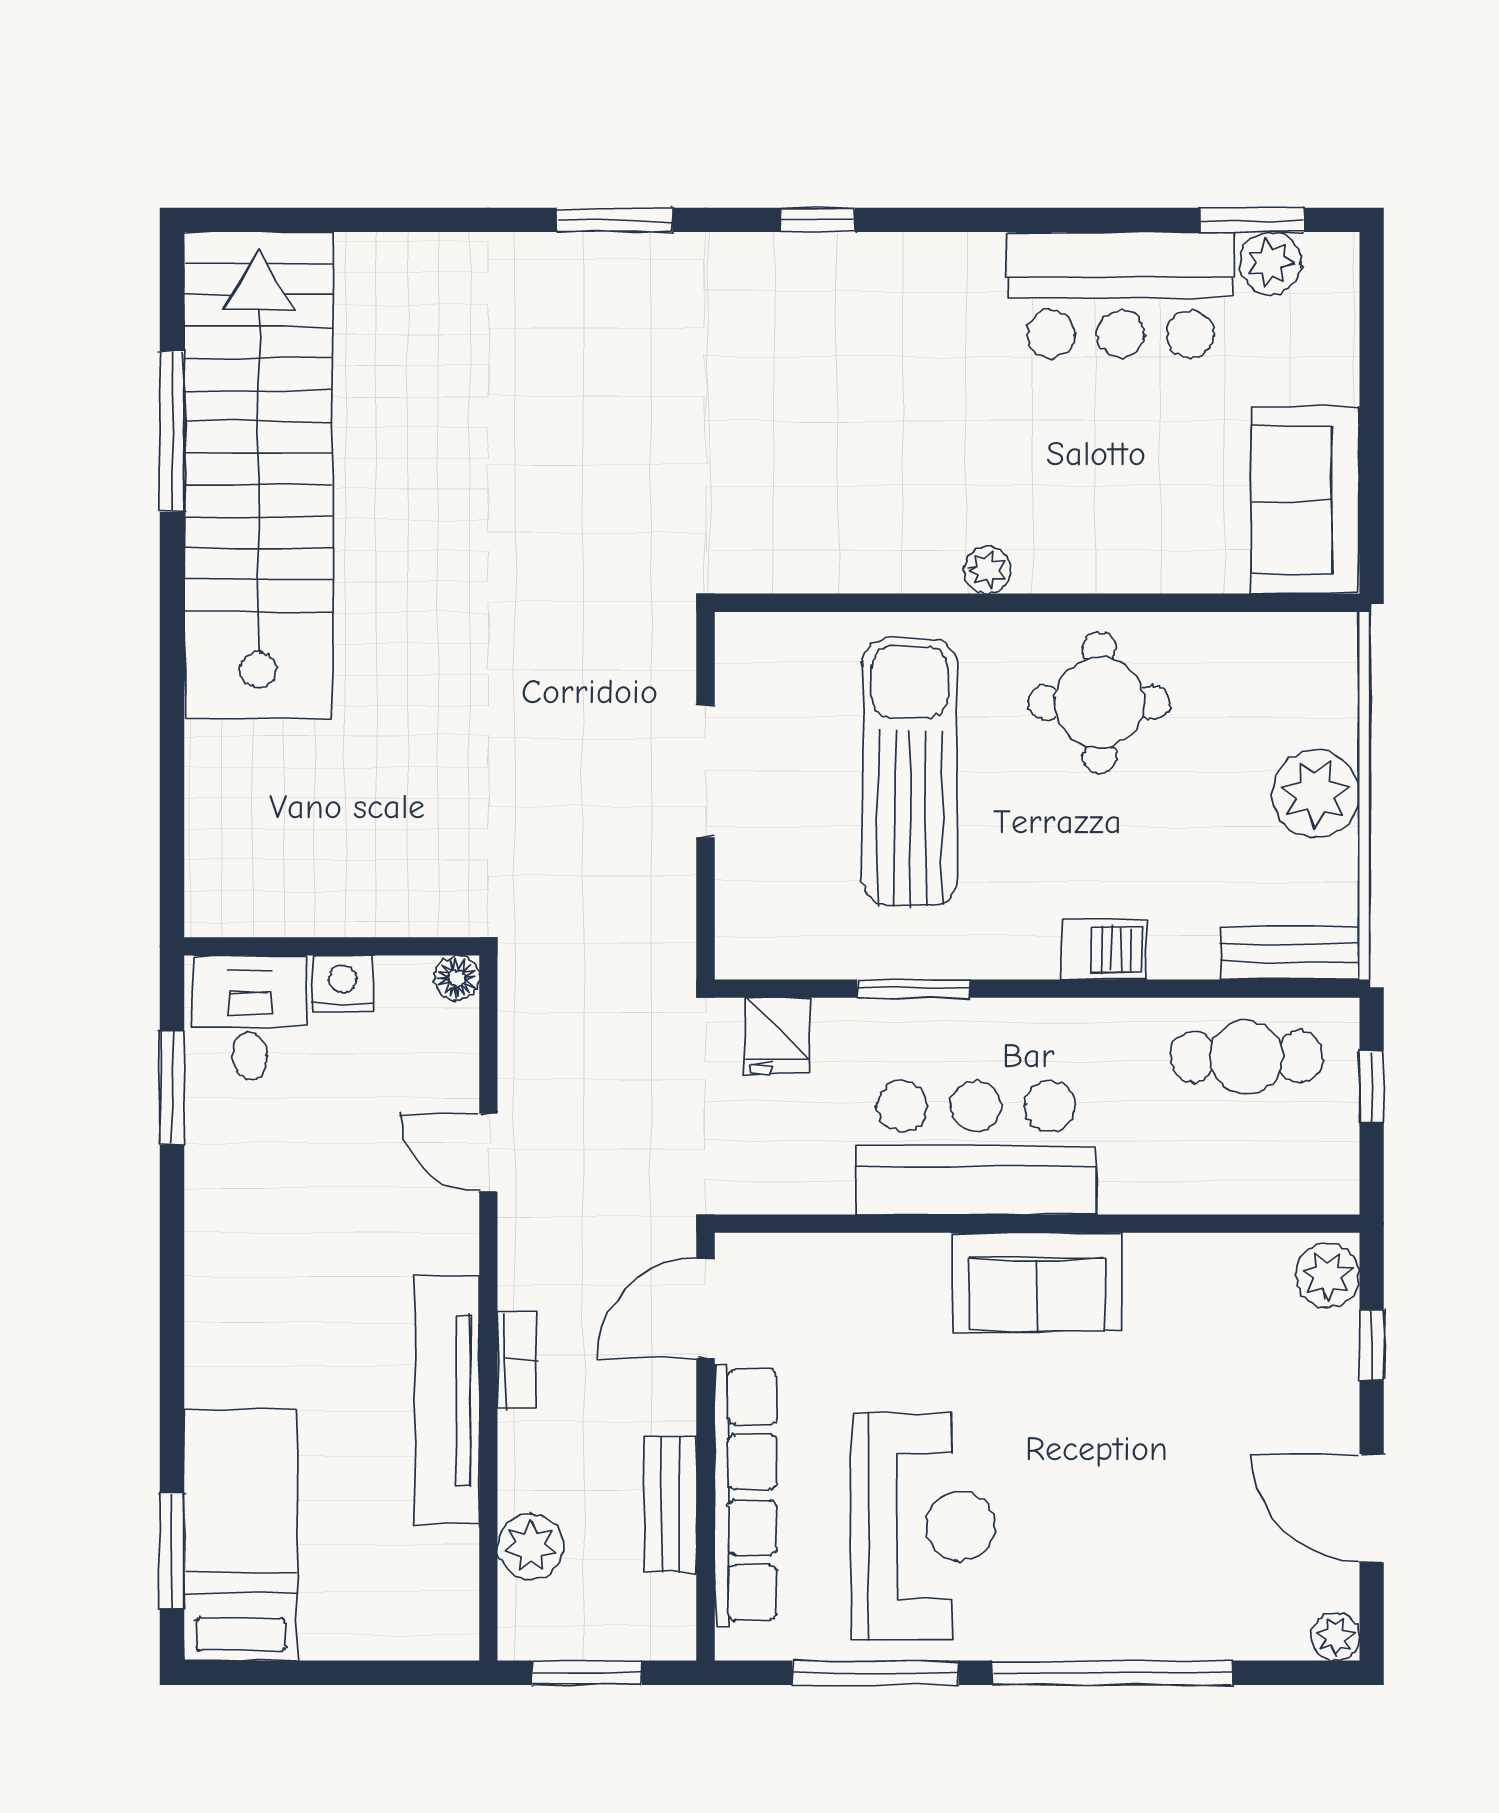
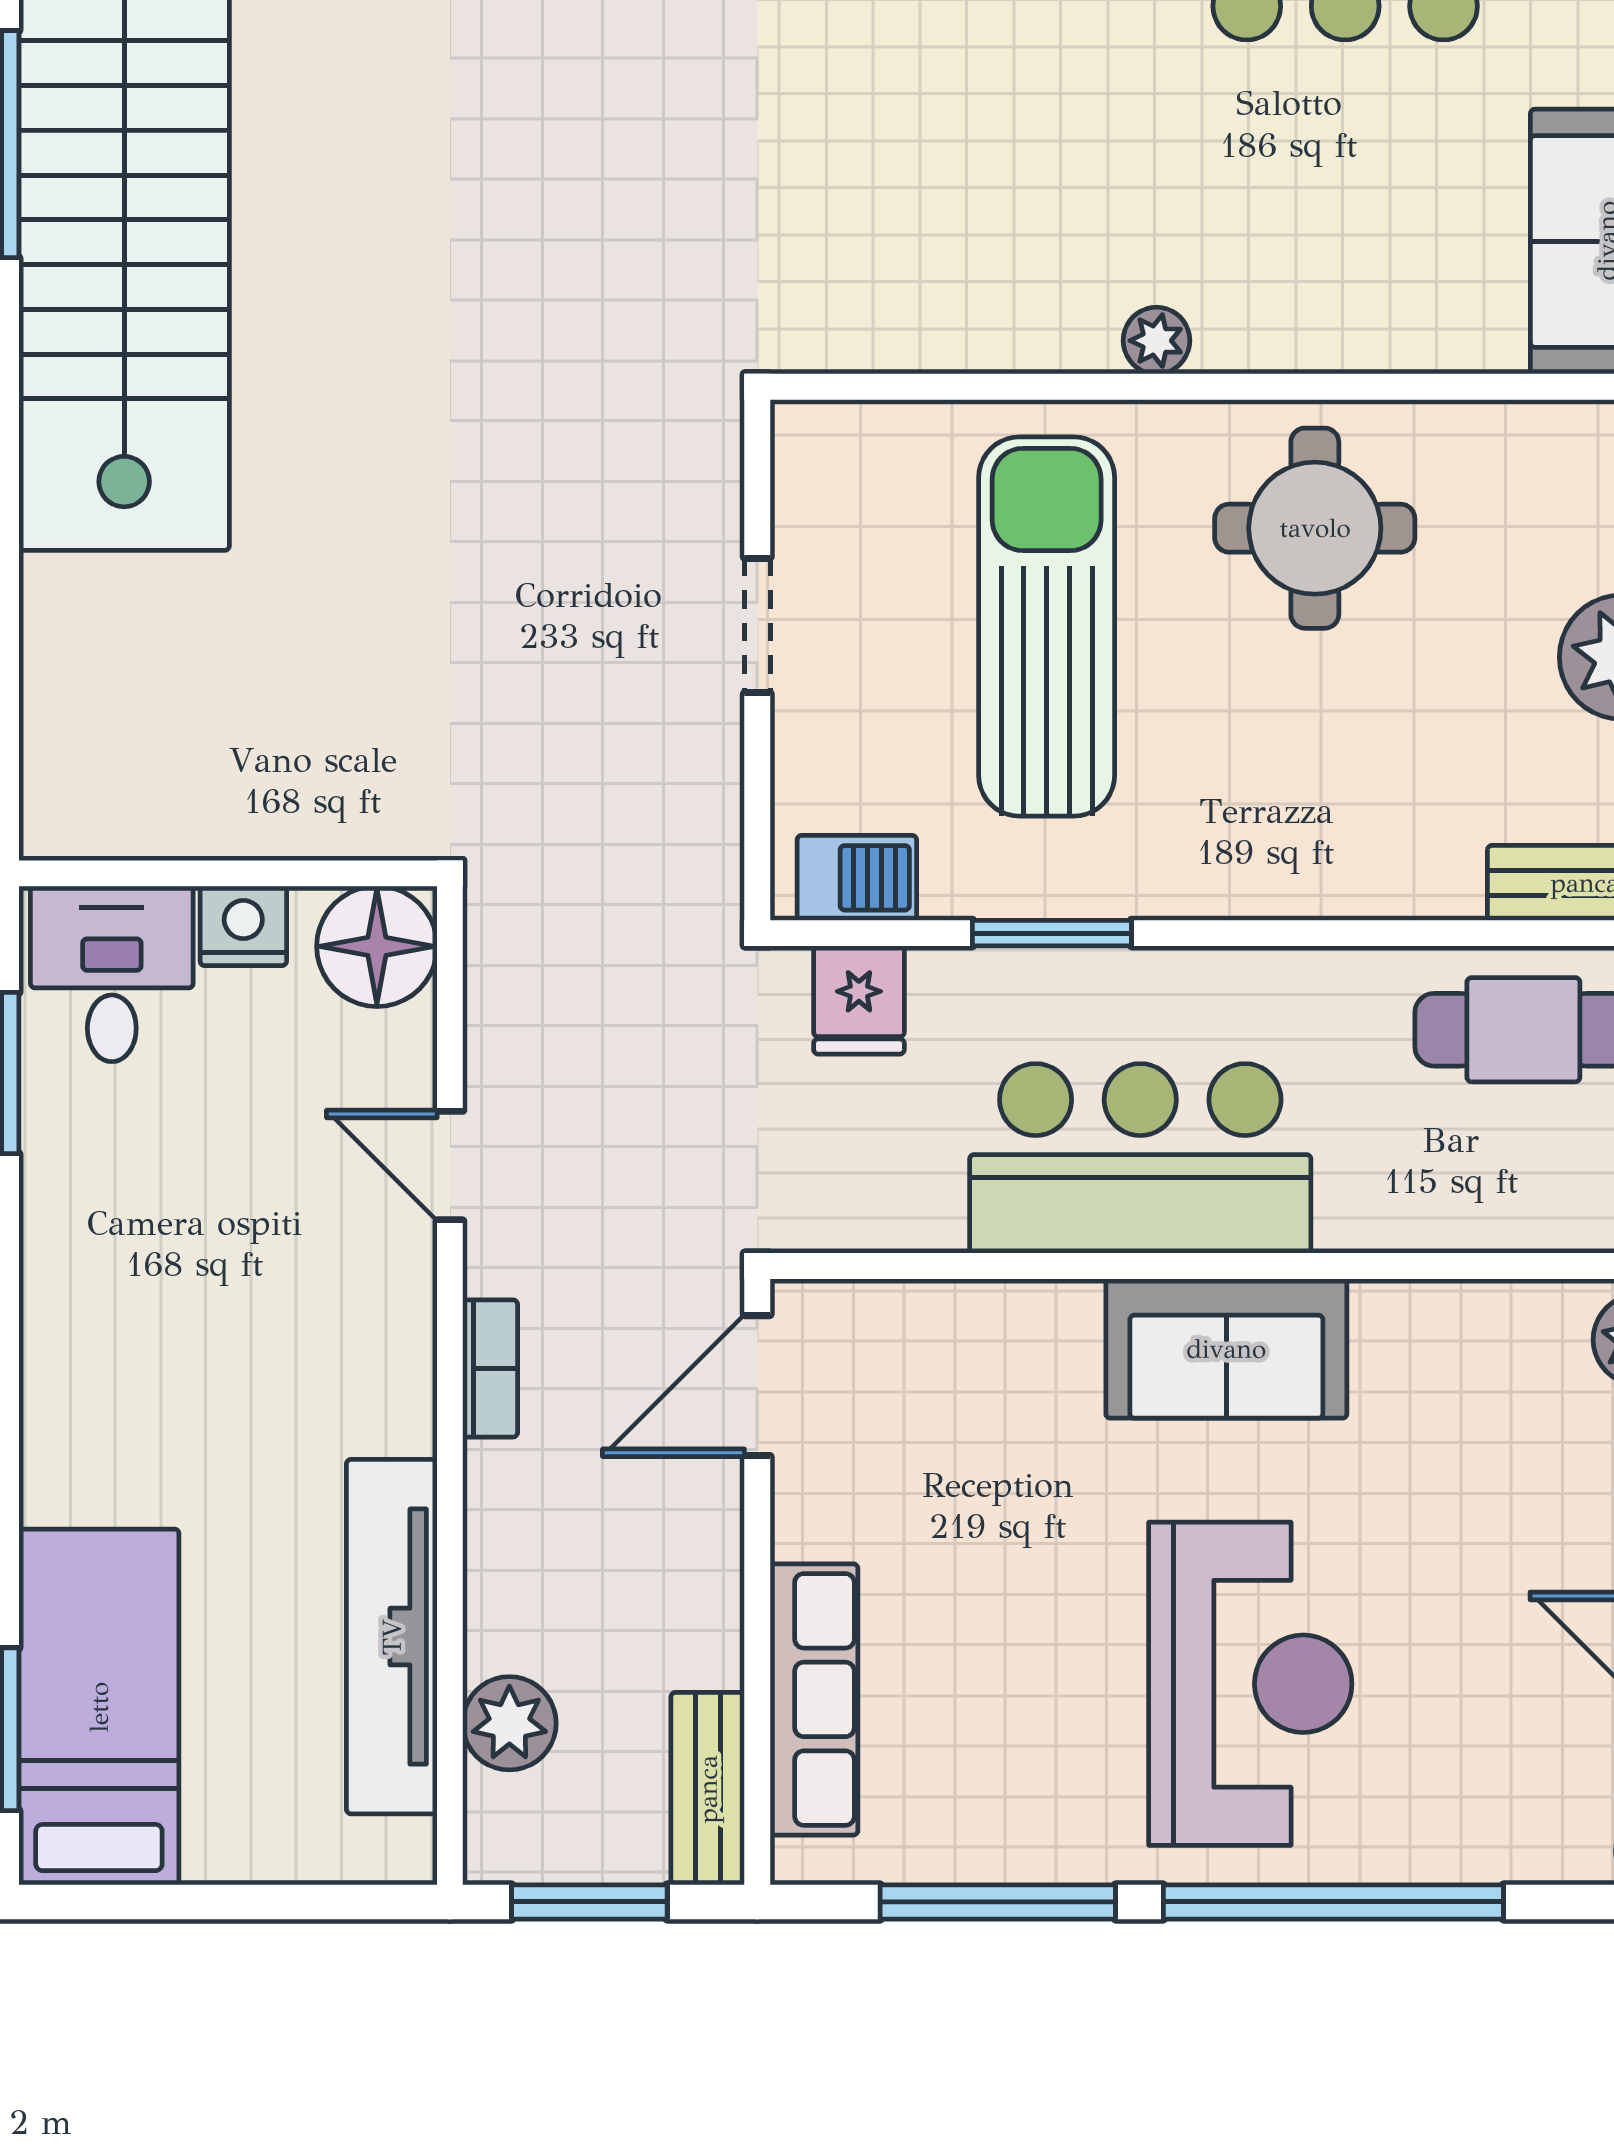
doorway: (705, 771) -> (757, 625), width x0.73
barbecue: (1104, 950) -> (857, 878), moved
floor lamp: (457, 978) -> (377, 946), width x1.89, depth x1.89
bookcase: (517, 1360) -> (490, 1368), moved
tv unit: (447, 1400) -> (392, 1637), moved
row of seats: (746, 1495) -> (814, 1699), width x0.73
bench: (670, 1505) -> (708, 1789), moved
reception desk: (923, 1526) -> (1250, 1684), moved

